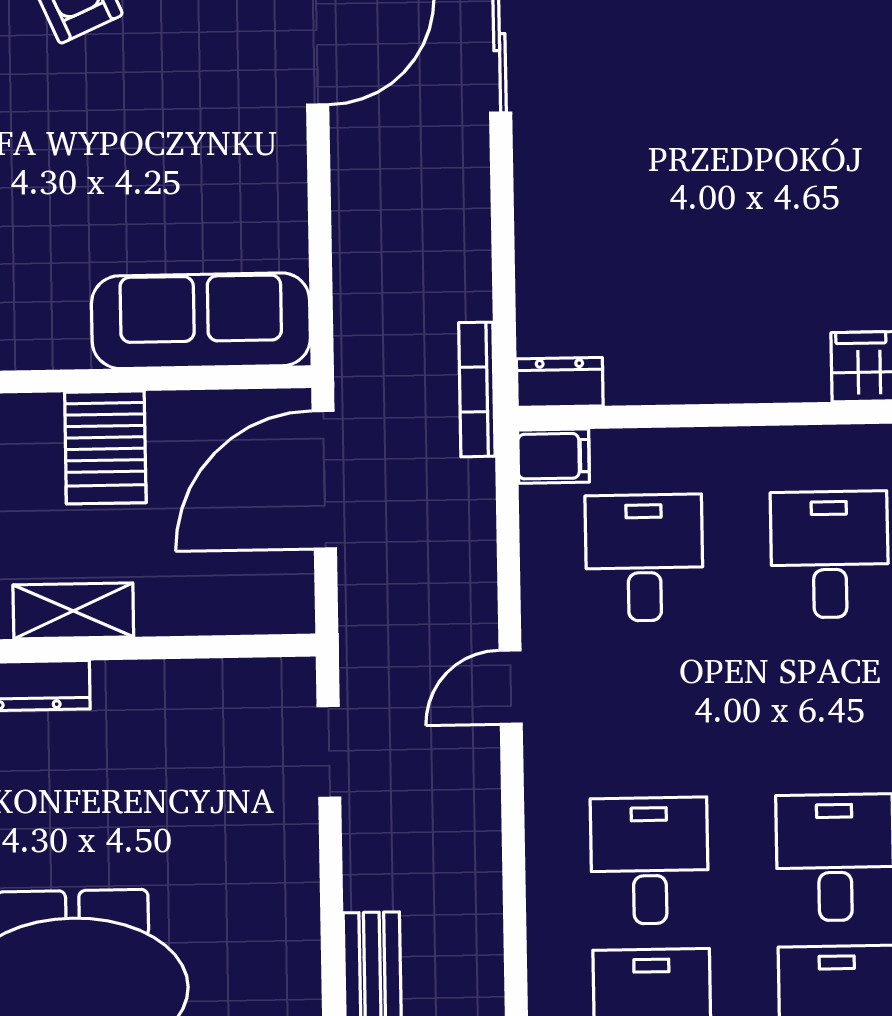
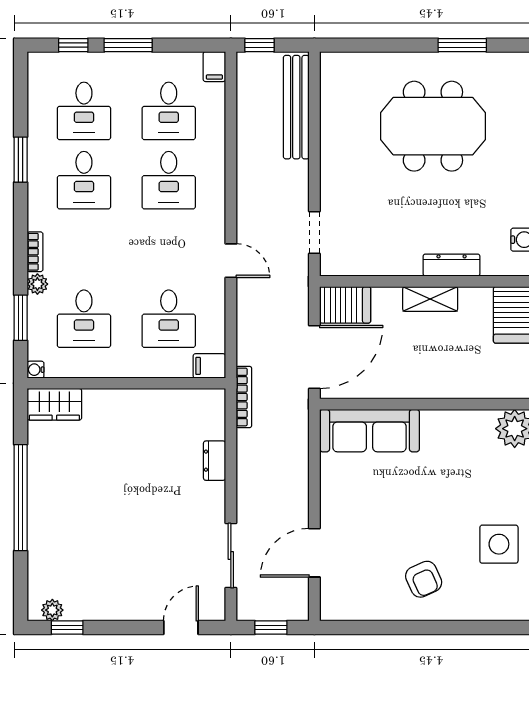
dresser: (560, 382) -> (215, 461), moved, turned 90
server rack: (105, 447) -> (345, 305), moved, turned 90
door: (511, 687) -> (231, 261), hinge flipped

